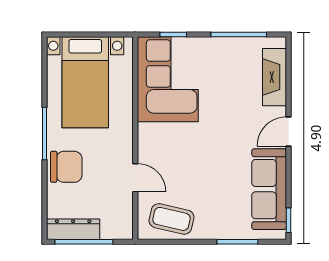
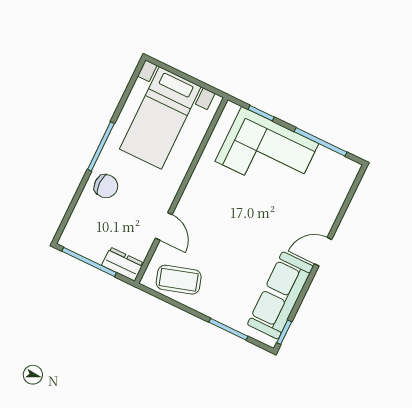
fireplace: (275, 77) -> (334, 196), removed
corner sofa: (168, 79) -> (267, 152), moved, turned 90
chair: (66, 167) -> (106, 186), width x0.73, depth x0.73
coffee table: (171, 219) -> (179, 280), turned -30
dresser: (73, 229) -> (123, 264), moved, width x0.70

